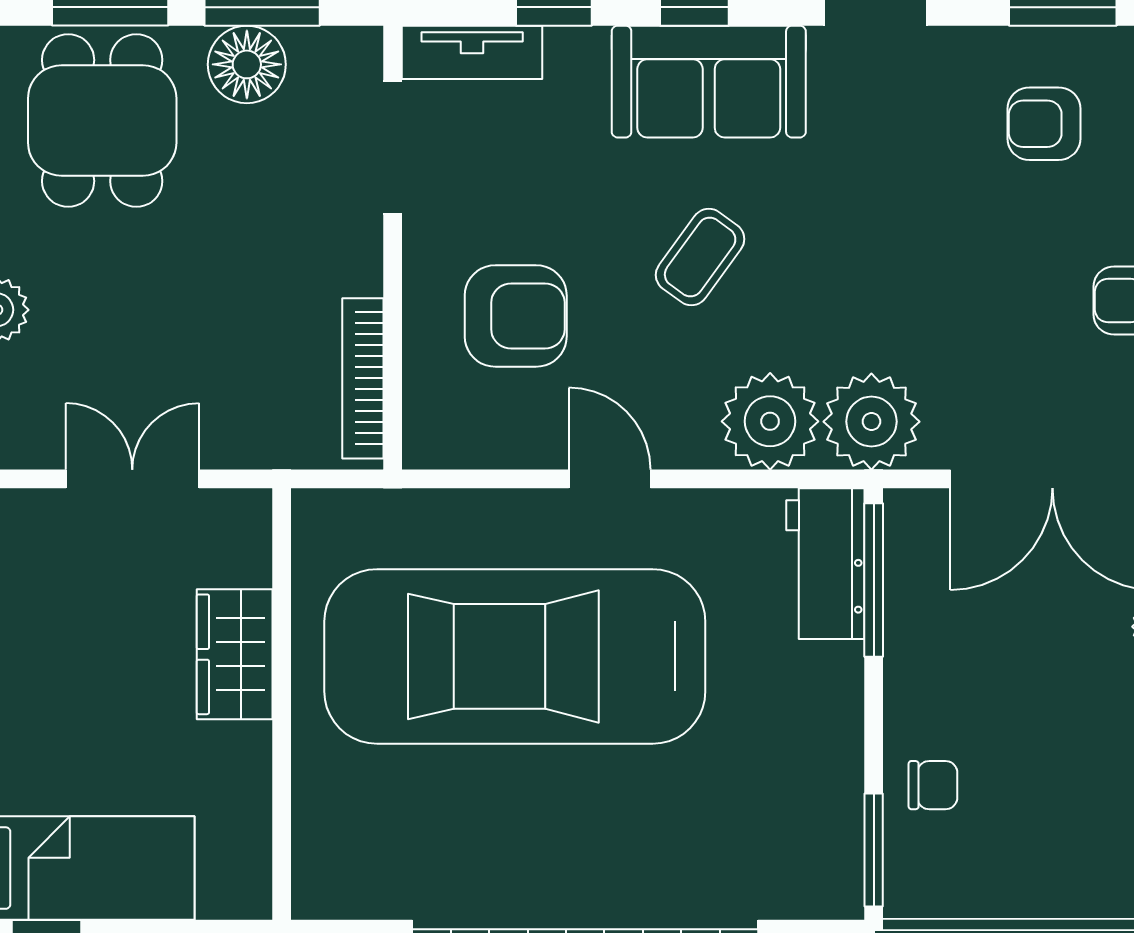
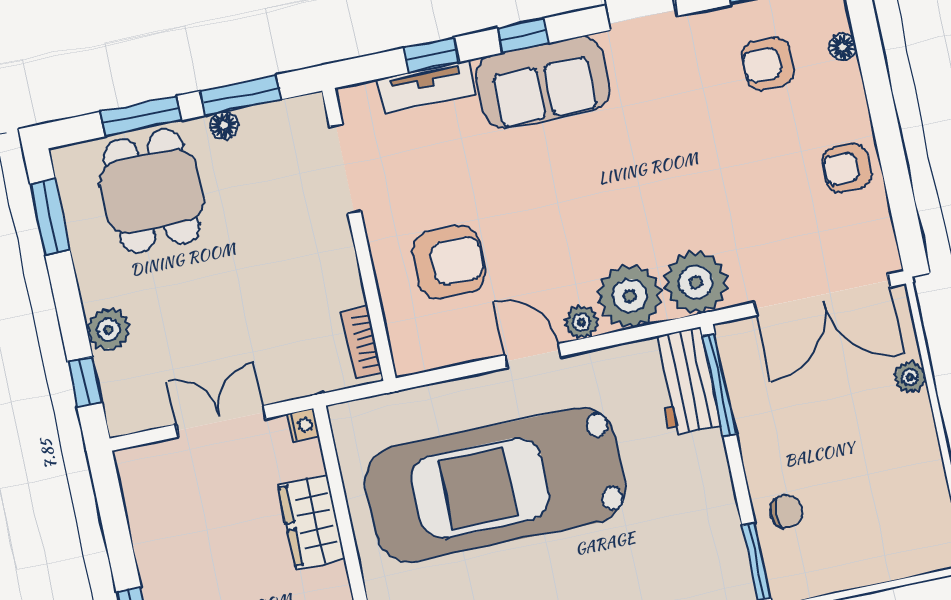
tv unit: (472, 52) -> (426, 87), moved
floor lamp: (247, 64) -> (224, 125), width x0.53, depth x0.53
coffee table: (700, 257) -> (561, 198), removed
bookcase: (363, 378) -> (362, 343), width x0.64
plant: (692, 445) -> (582, 322), added
nightstand: (252, 510) -> (303, 425), added

